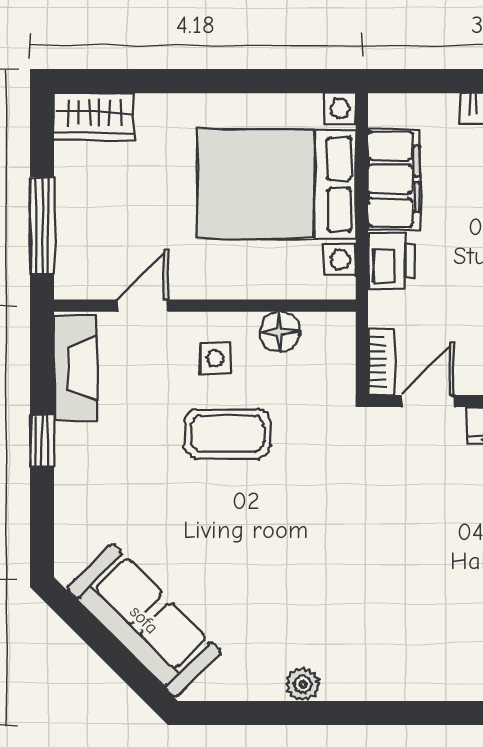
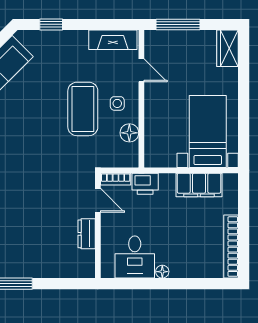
bed with nightstands: (277, 184) -> (208, 131), width x0.73
printer: (391, 261) -> (145, 184), moved
coffee table: (227, 434) -> (83, 109), width x1.36, depth x1.32
window: (42, 440) -> (51, 24), moved

